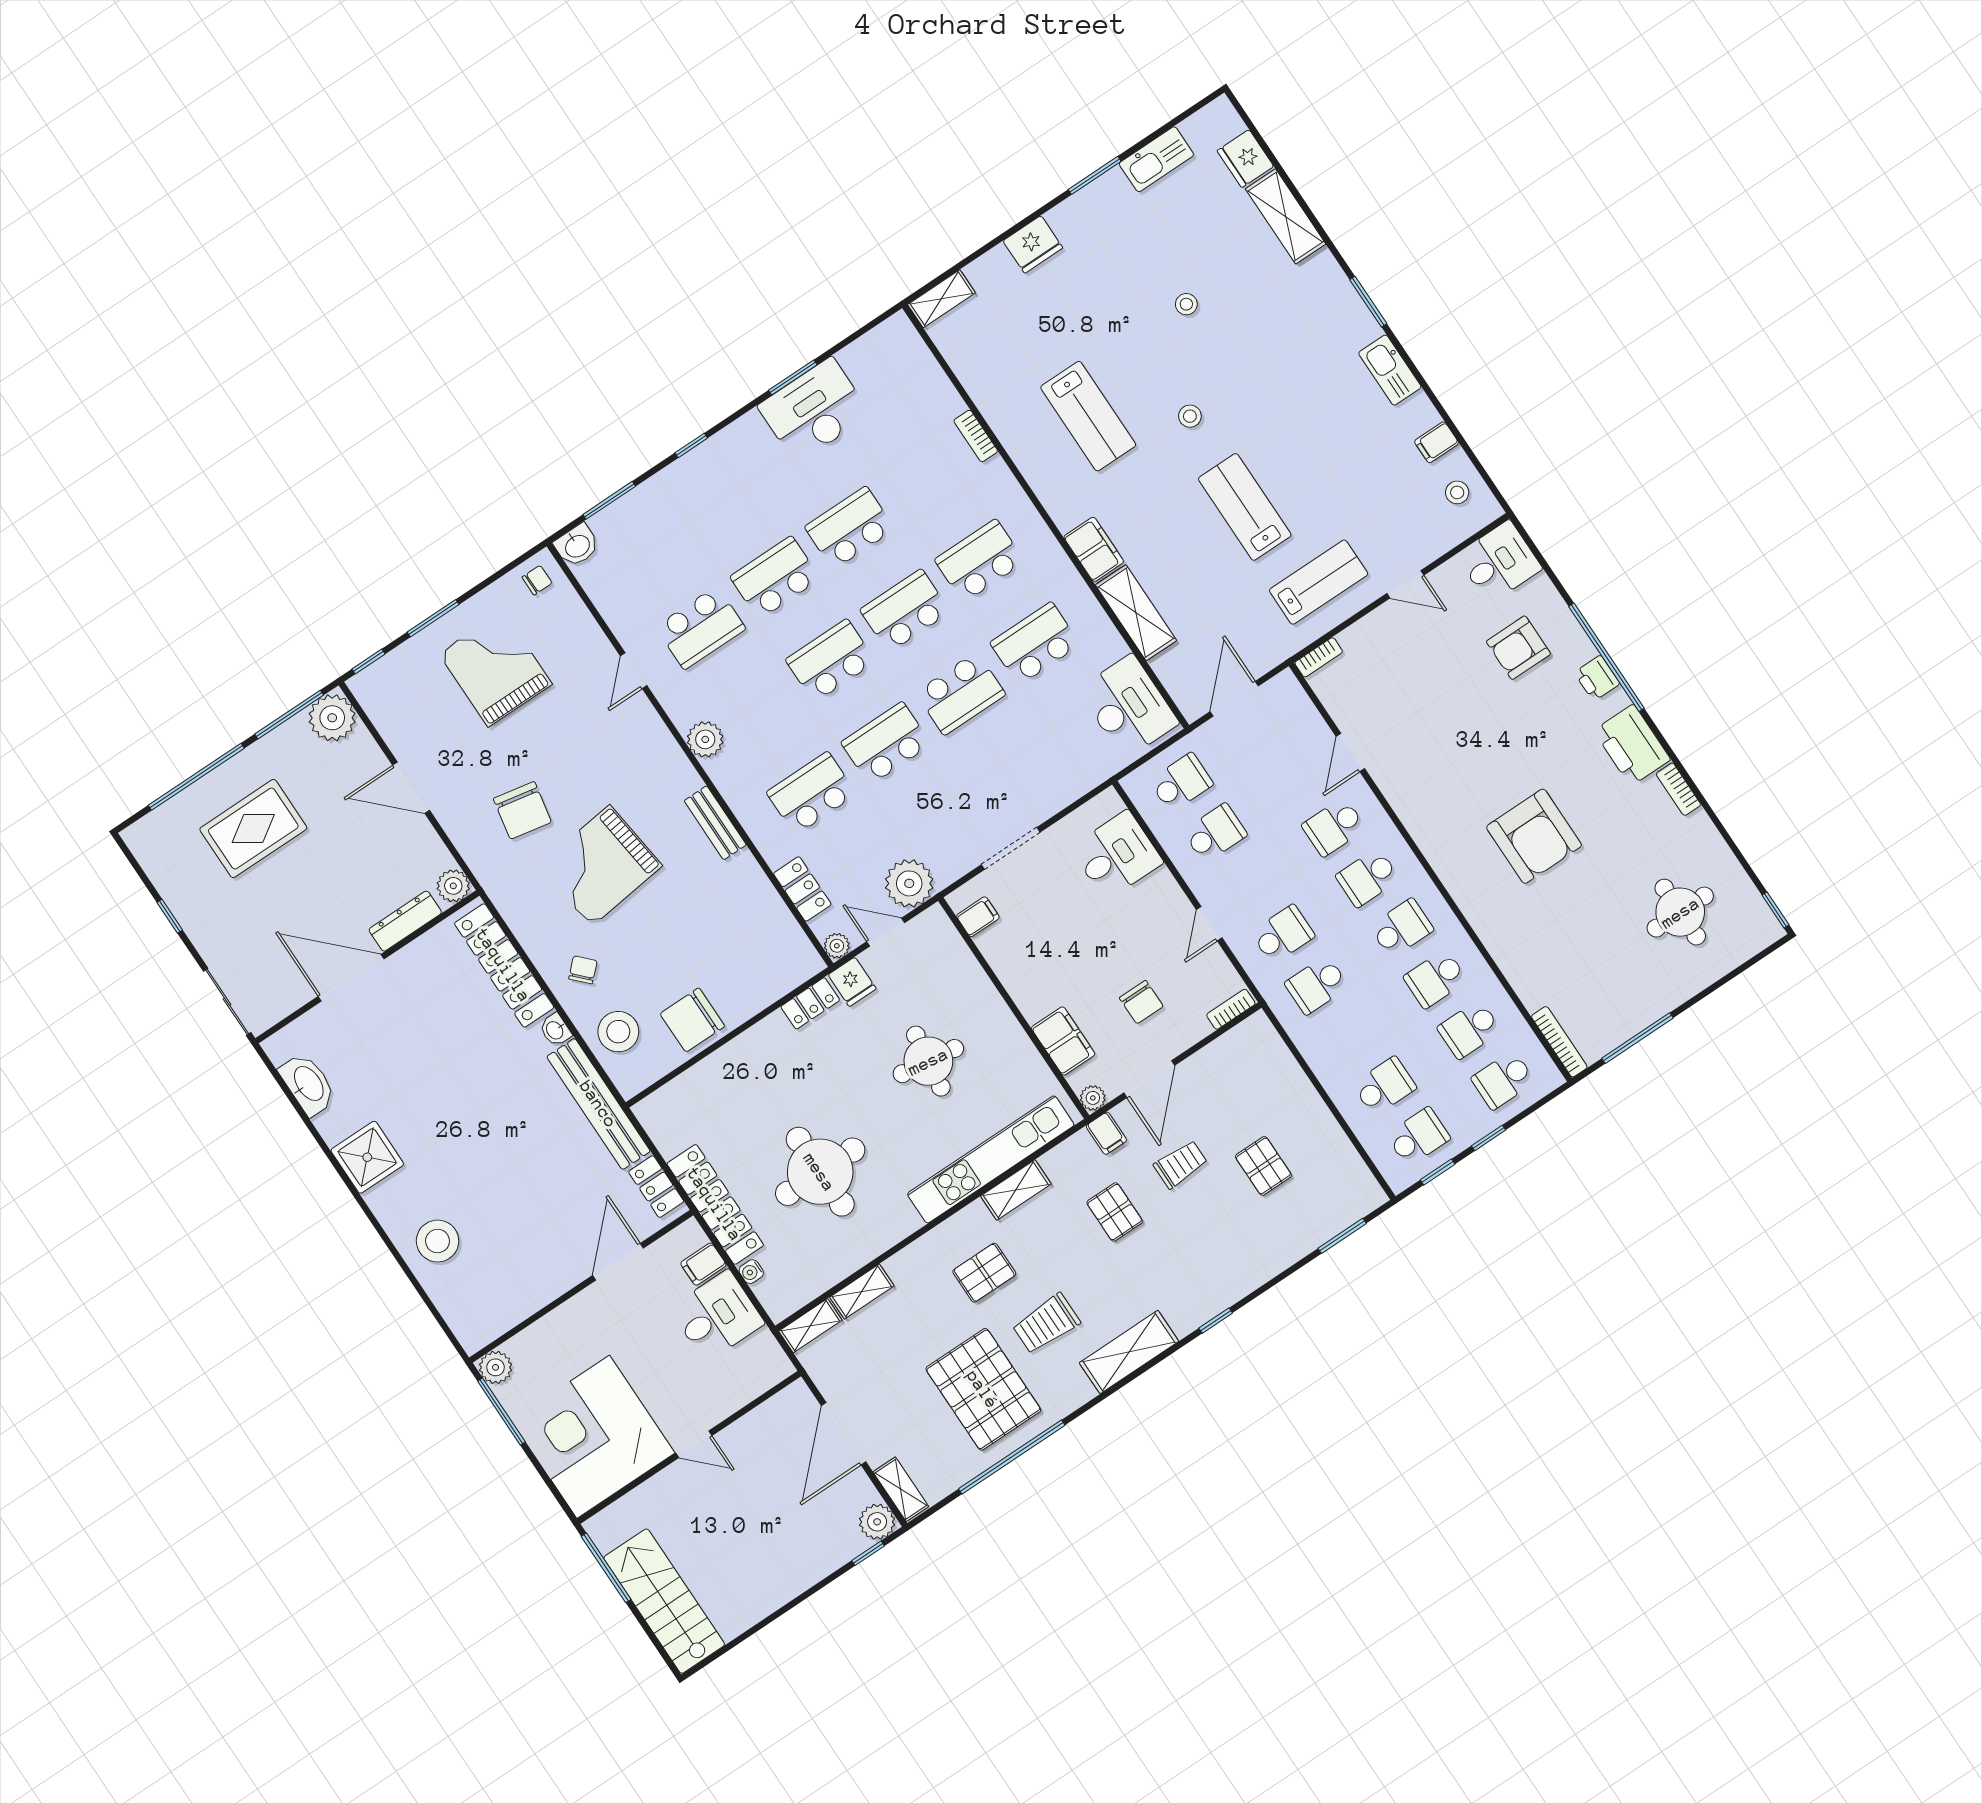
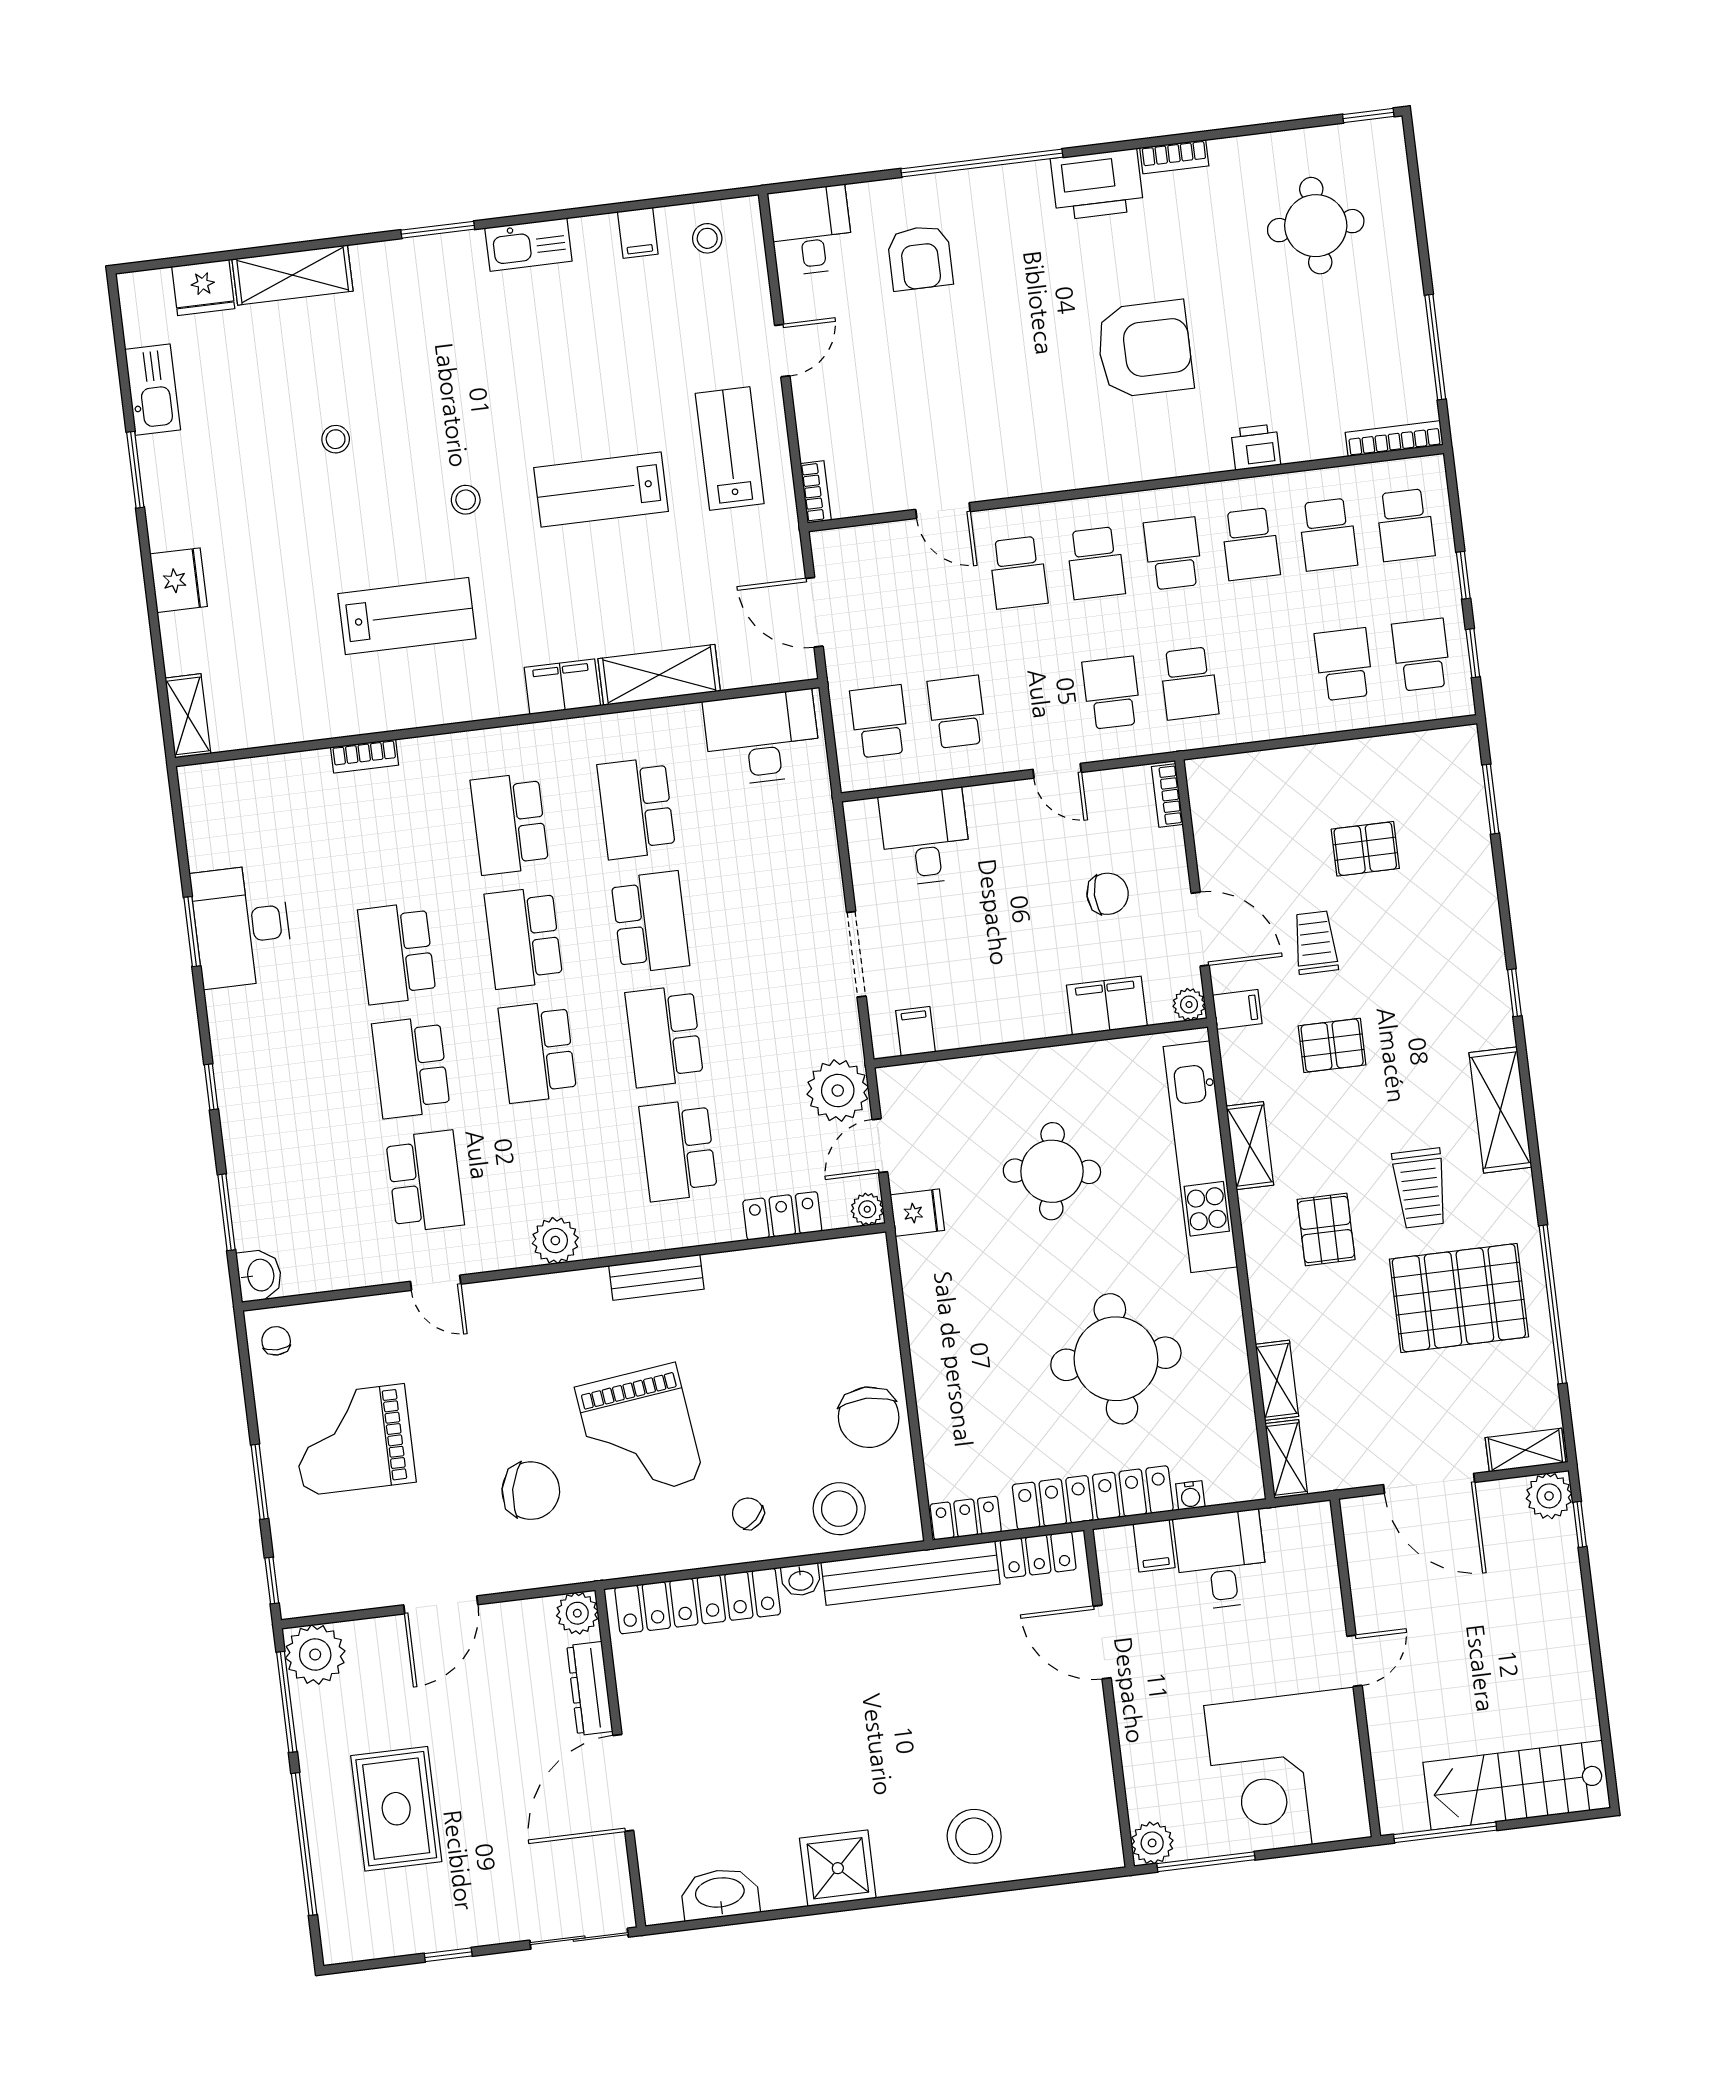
printer: (1597, 678) -> (1256, 447), moved, turned 180
locker: (810, 1003) -> (966, 1518), moved, turned -90

